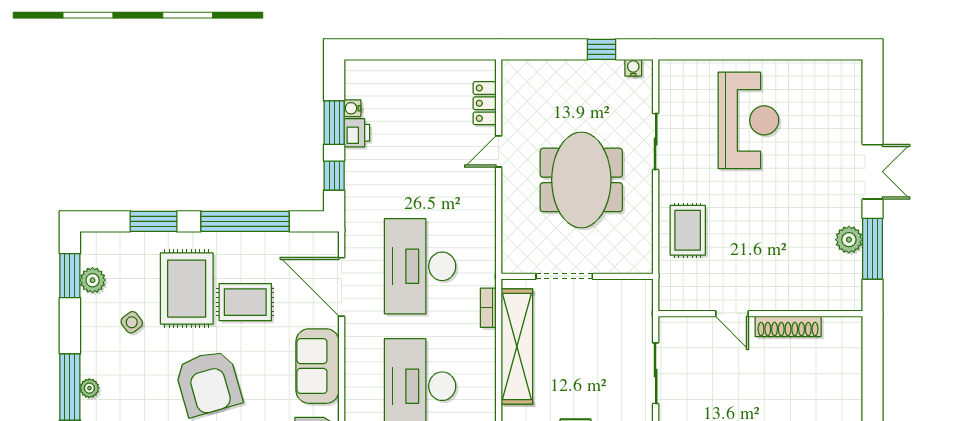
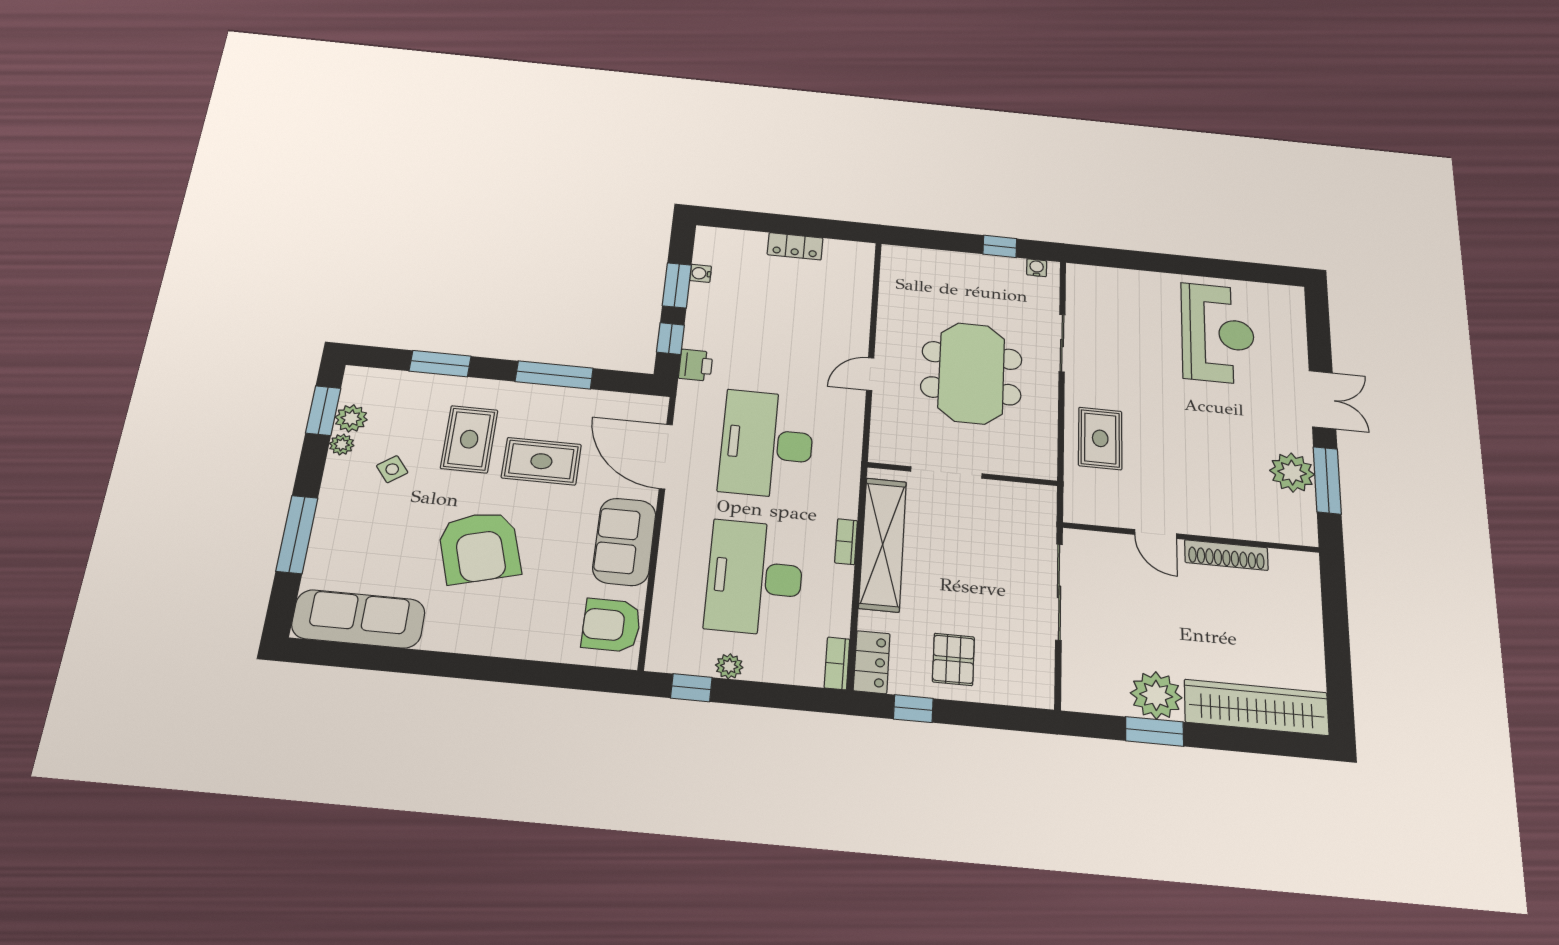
locker: (485, 103) -> (795, 246), moved, turned -90
reception desk: (748, 120) -> (1218, 333), moved
printer: (357, 133) -> (696, 365), moved
door: (499, 151) -> (870, 374), moved
window: (245, 221) -> (554, 375), width x0.68
plant: (849, 240) -> (1292, 473), width x1.36, depth x1.36
rug: (187, 289) -> (469, 439), width x0.73, depth x0.70
bookcase: (488, 308) -> (846, 542), moved
sliding door: (656, 373) -> (1059, 592), width x1.37
plant: (89, 388) -> (342, 444), moved

